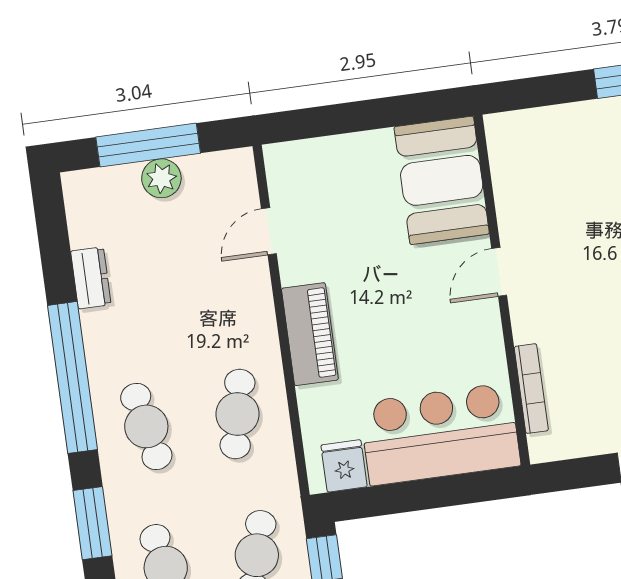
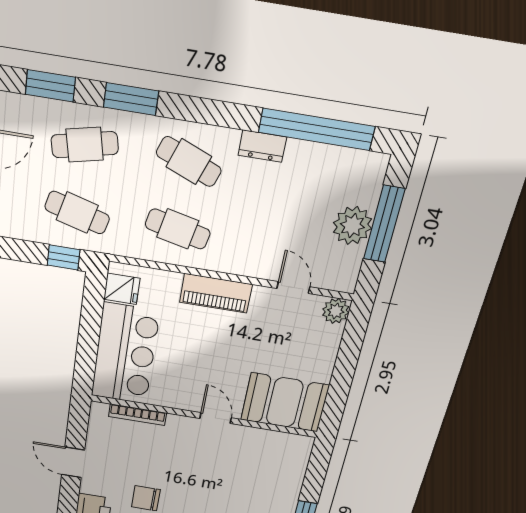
plant: (283, 161) -> (336, 311), added
plant: (161, 178) -> (352, 226), width x1.36, depth x1.36
dresser: (91, 278) -> (262, 146), moved
window: (73, 377) -> (317, 129), moved
cafe table: (146, 426) -> (189, 162), turned 33

